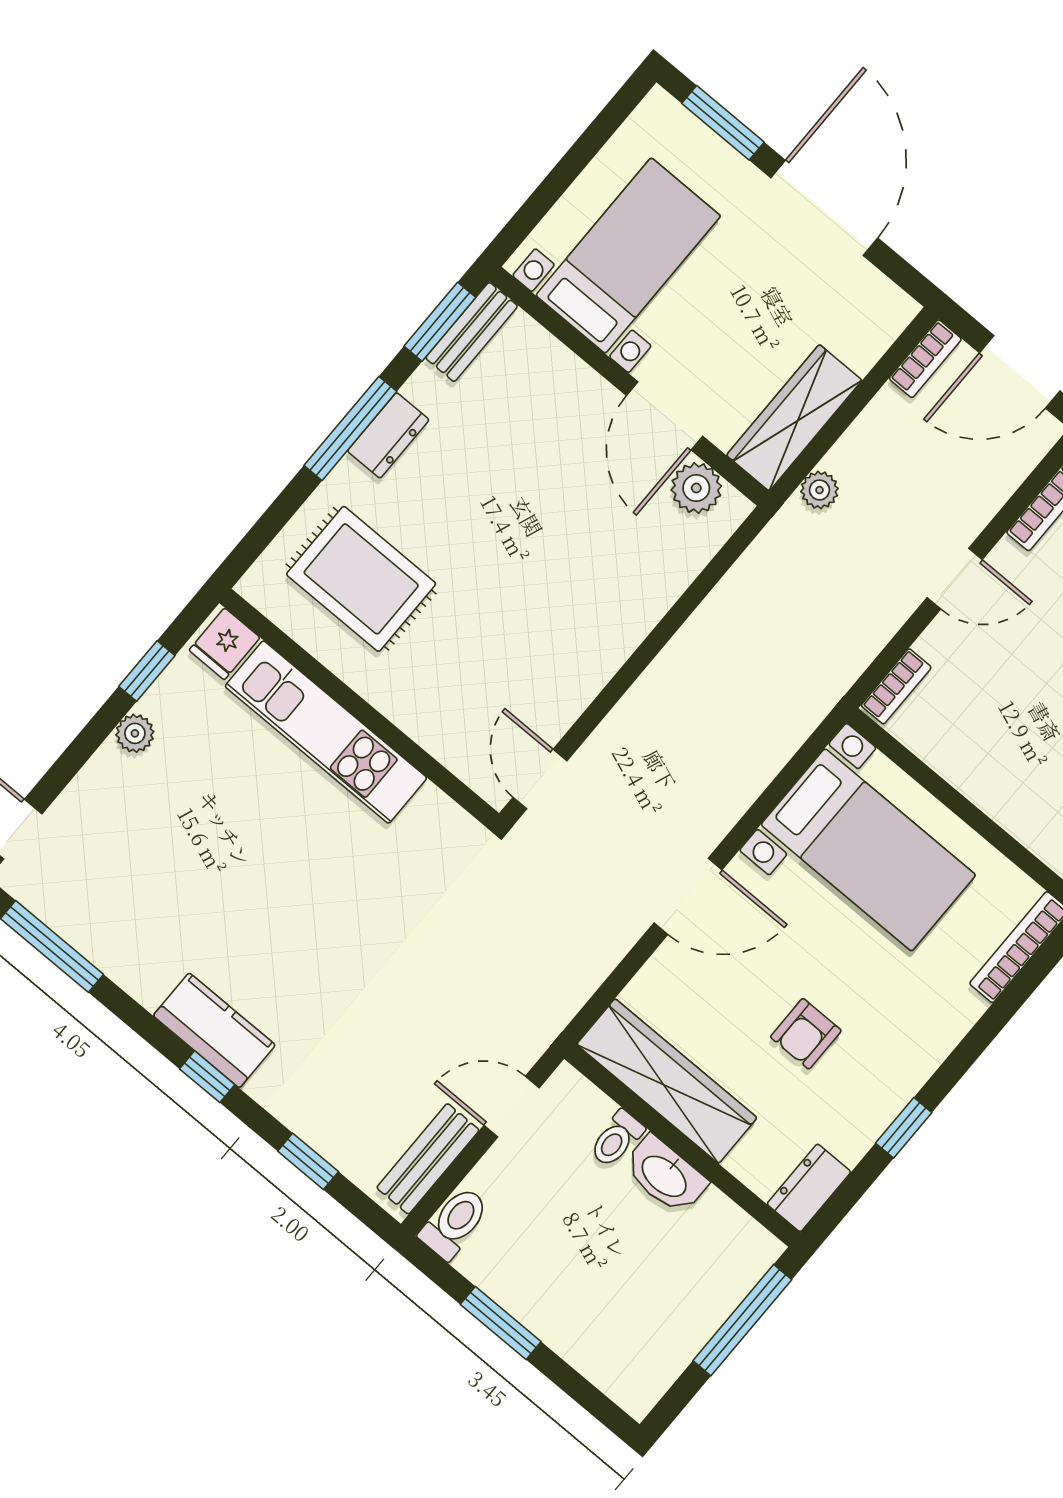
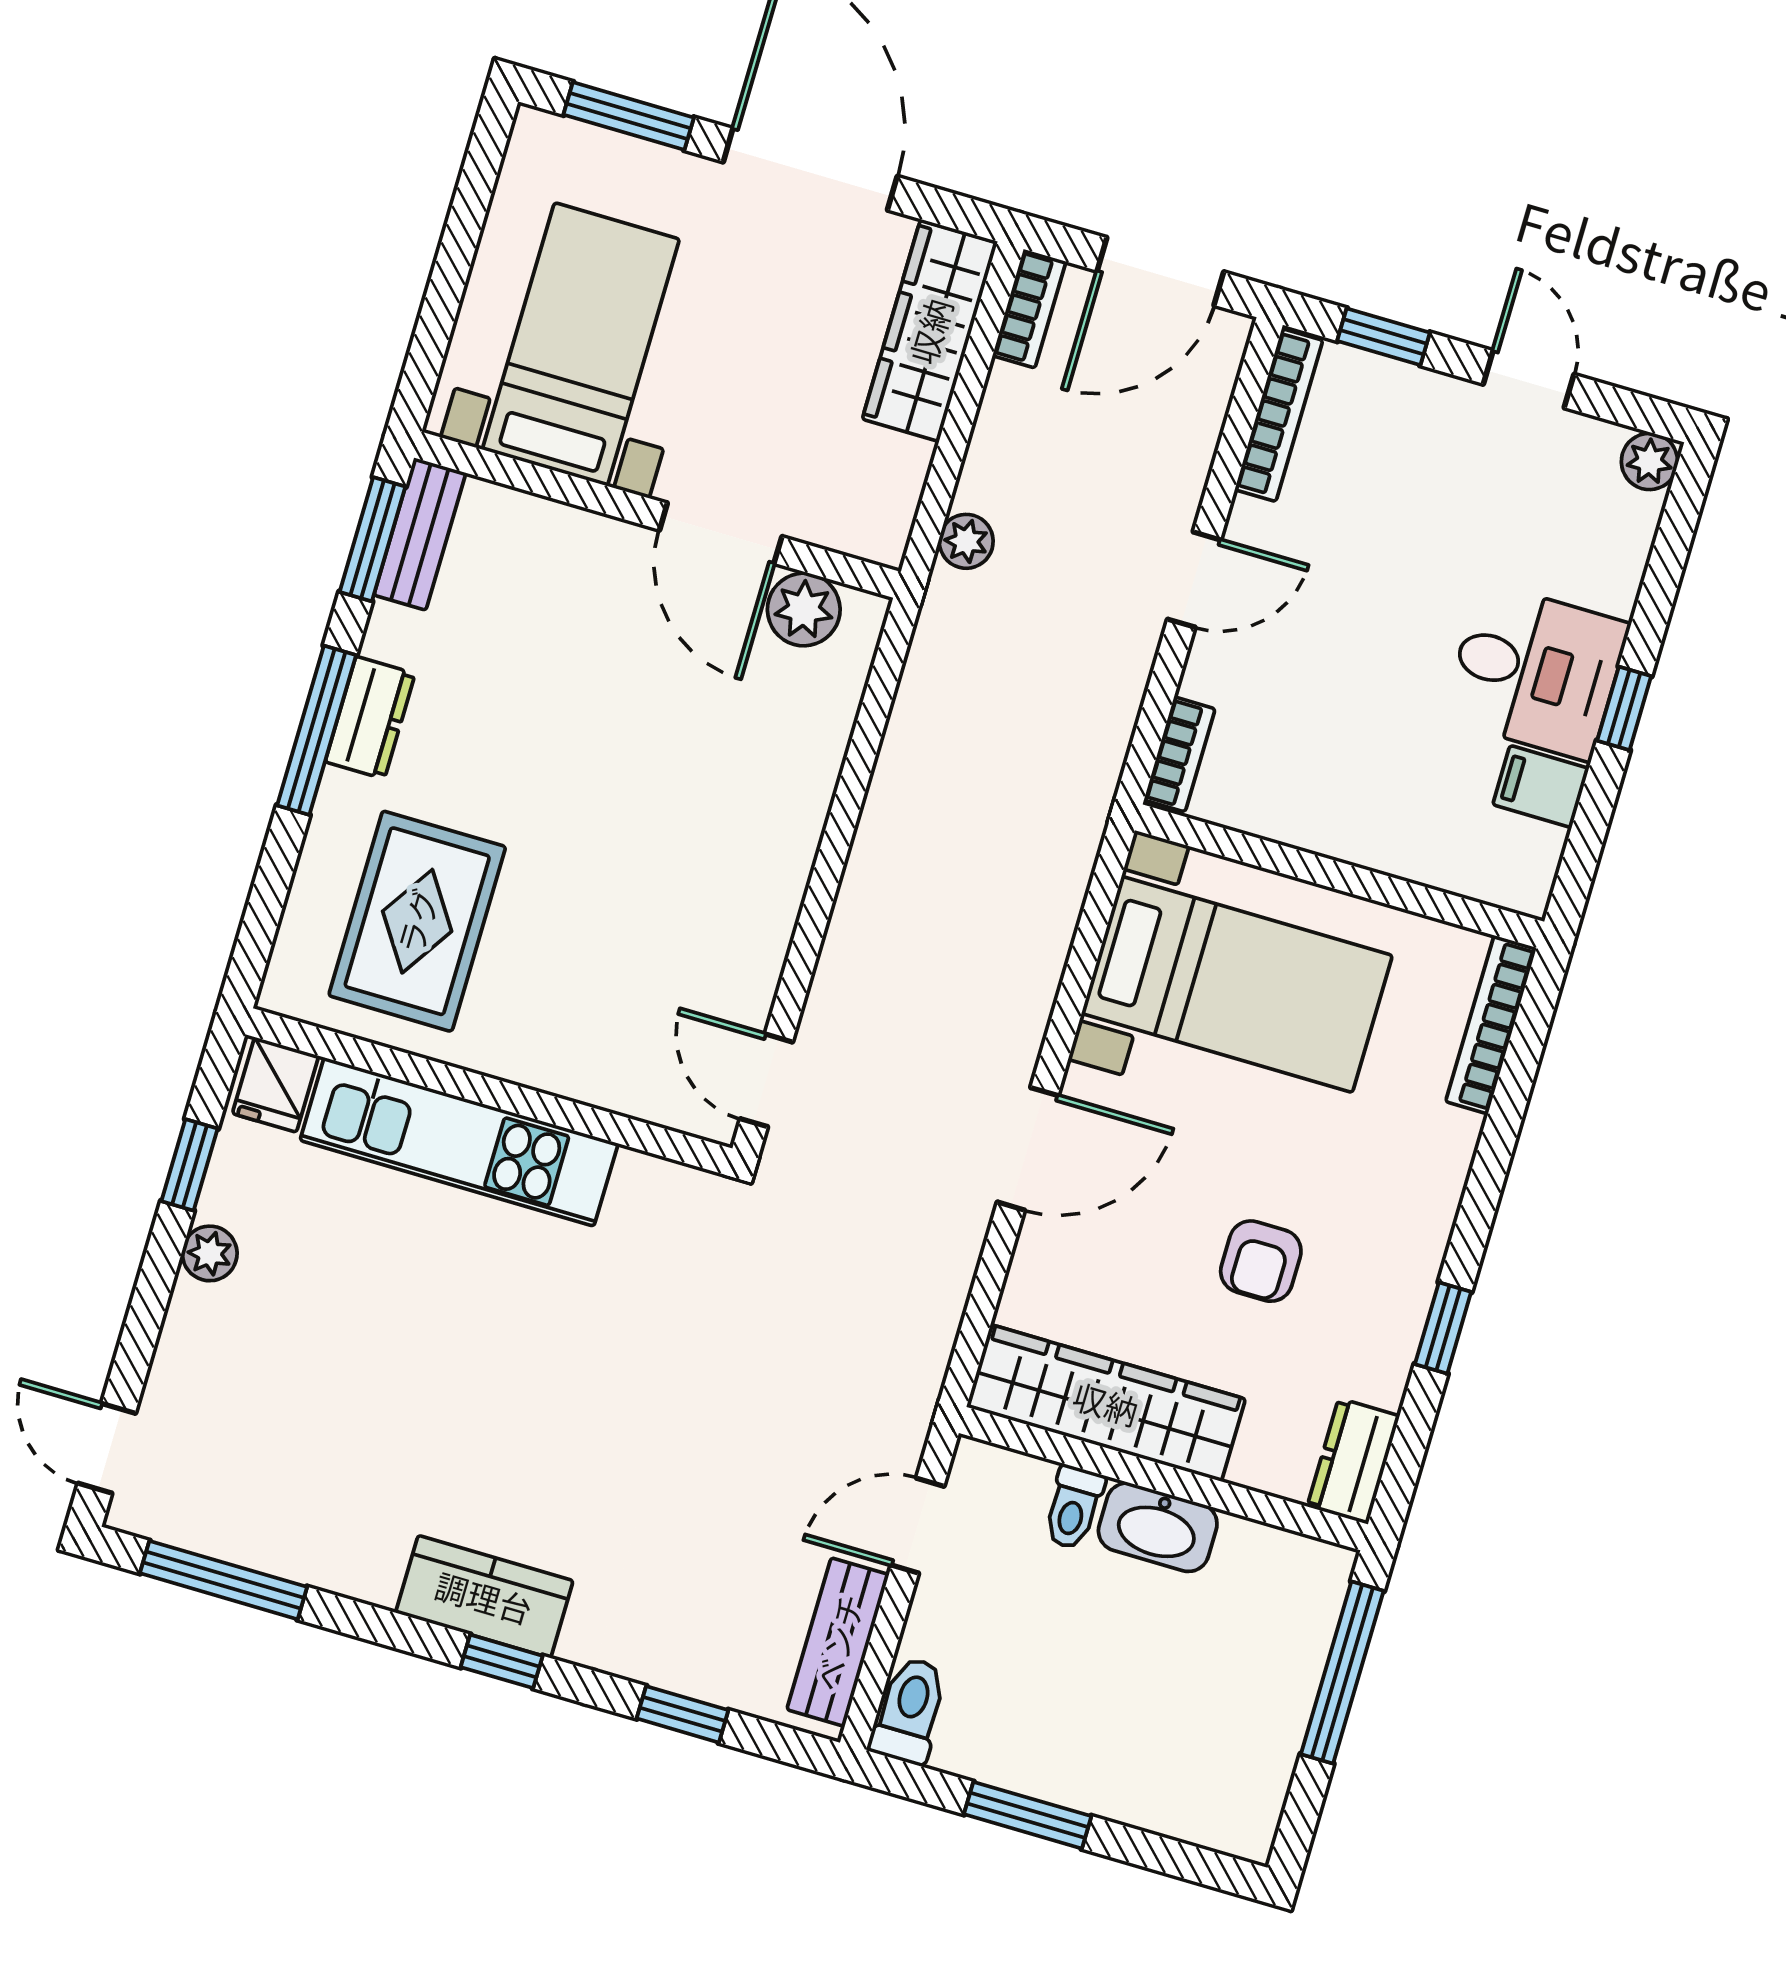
wardrobe: (794, 418) -> (930, 331), moved
rug: (361, 579) -> (417, 921), turned 90

